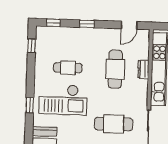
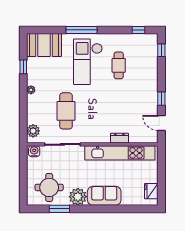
window: (87, 24) -> (161, 99), moved
cafe table: (115, 69) -> (119, 111), removed
window: (30, 105) -> (82, 30), width x2.17

